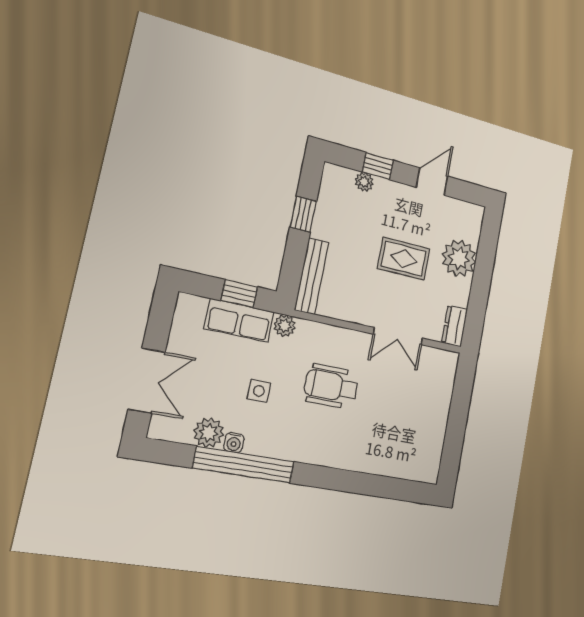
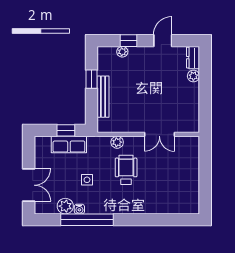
plant: (459, 258) -> (193, 76), width x0.53, depth x0.53
rug: (404, 259) -> (154, 90), removed
bench: (312, 276) -> (103, 97), moved
plant: (285, 326) -> (117, 142), moved
dresser: (455, 326) -> (193, 58), moved
wheelchair: (331, 386) -> (126, 170), turned 90

